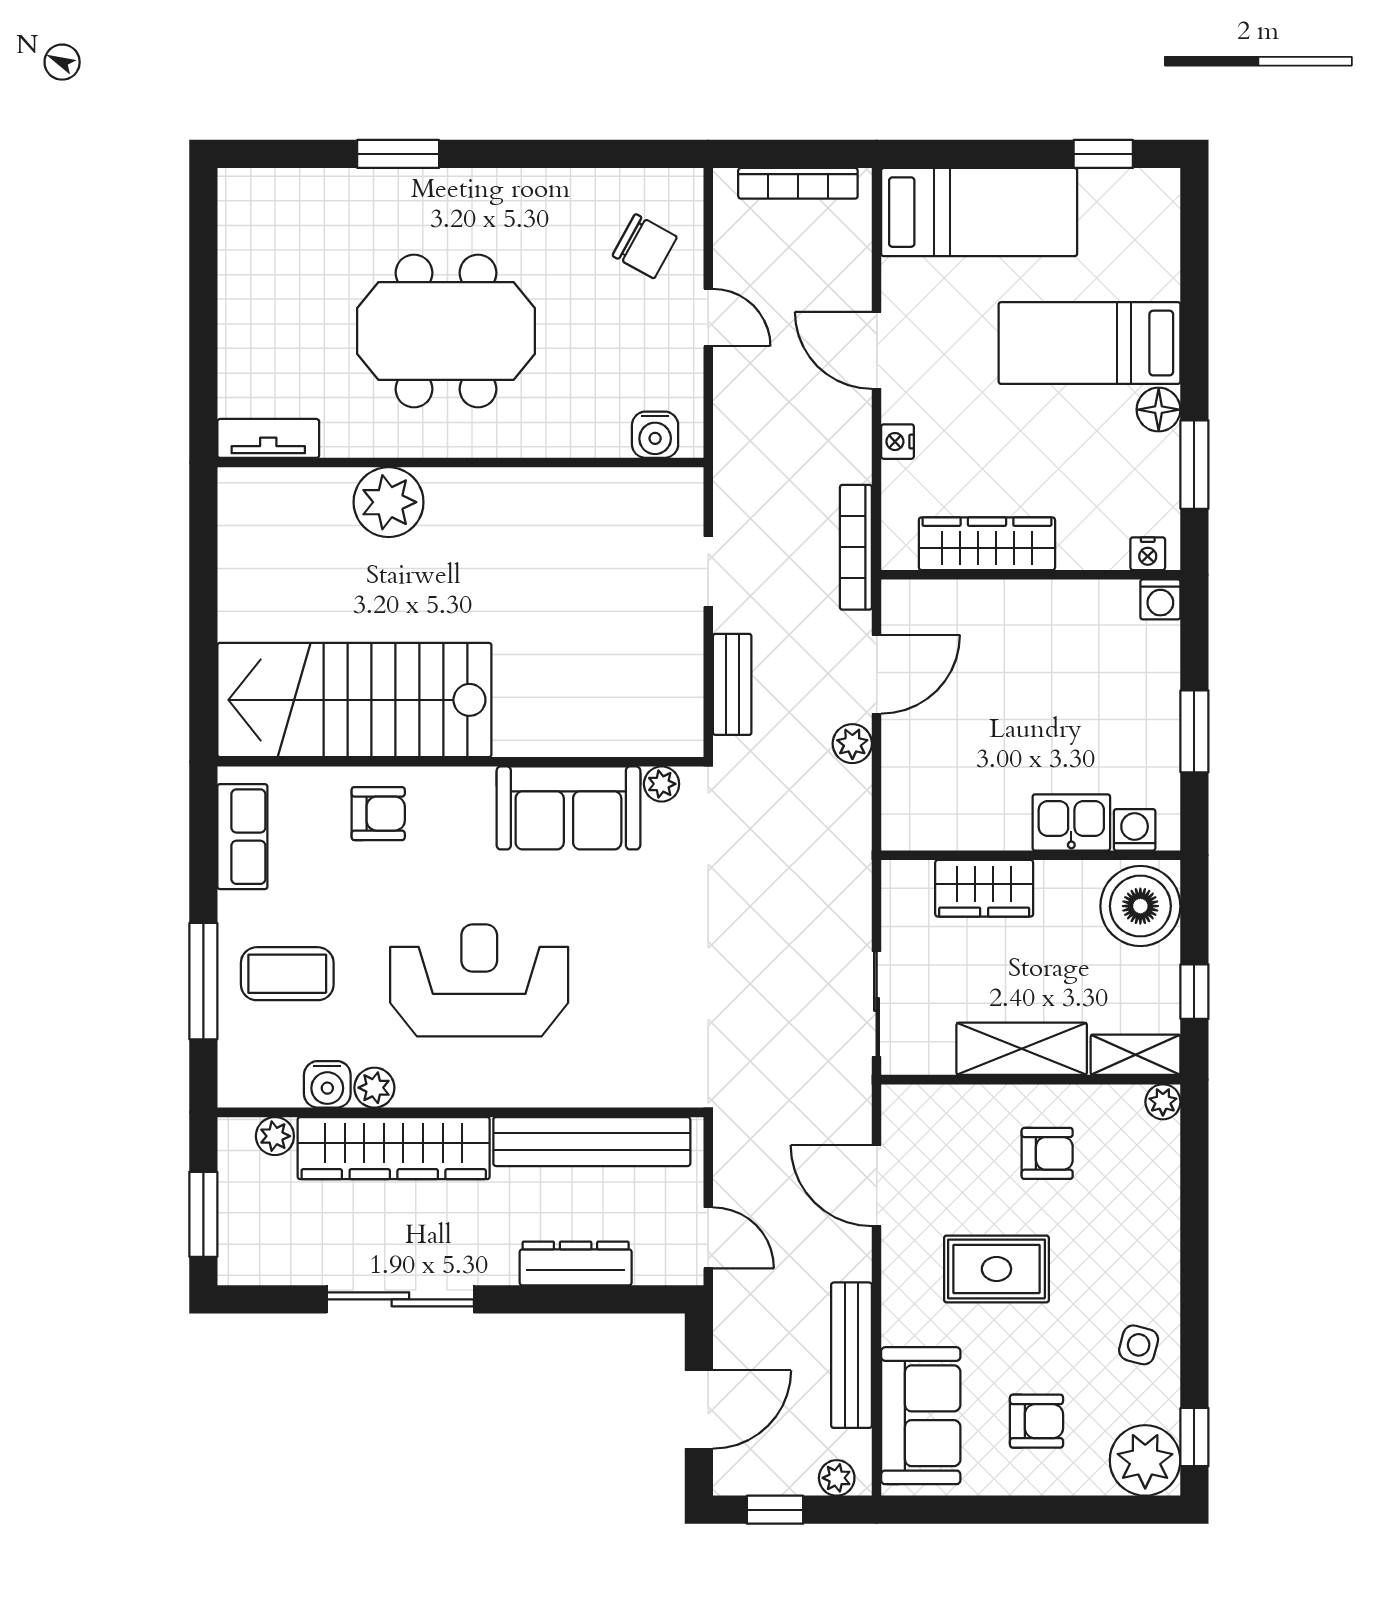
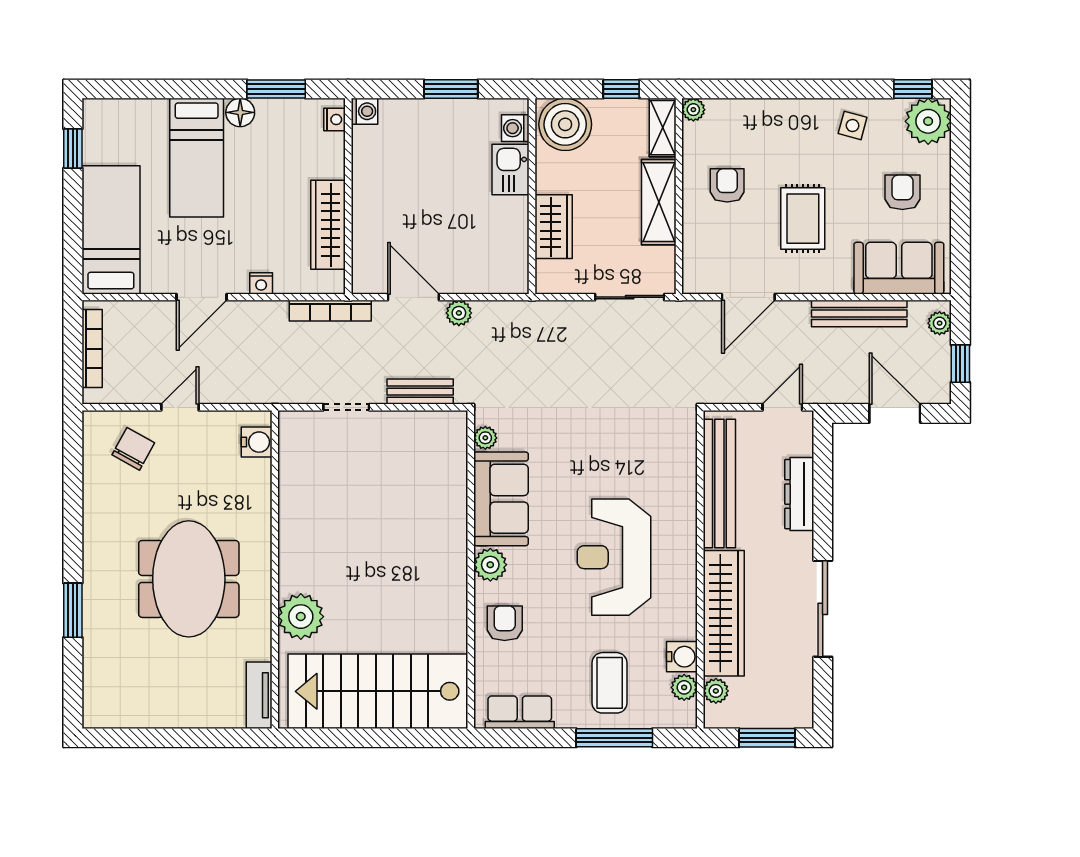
stairs: (354, 700) -> (378, 691), moved, turned 90
plant: (468, 792) -> (490, 565), added
plant: (374, 1088) -> (684, 687), moved

